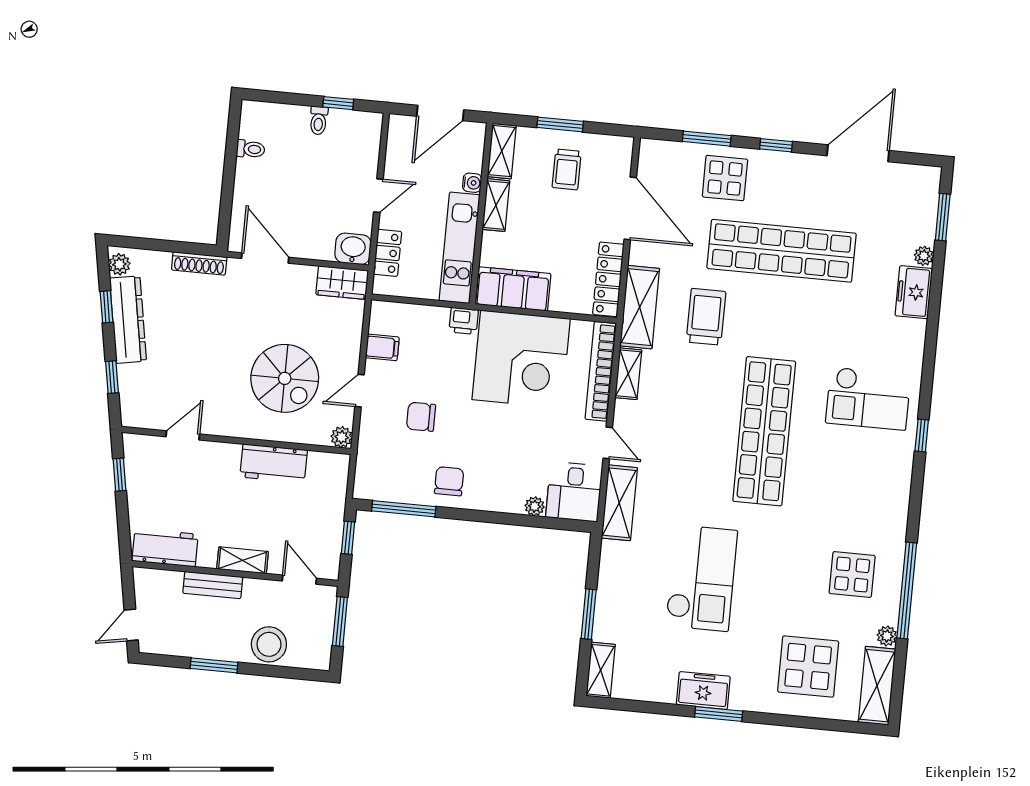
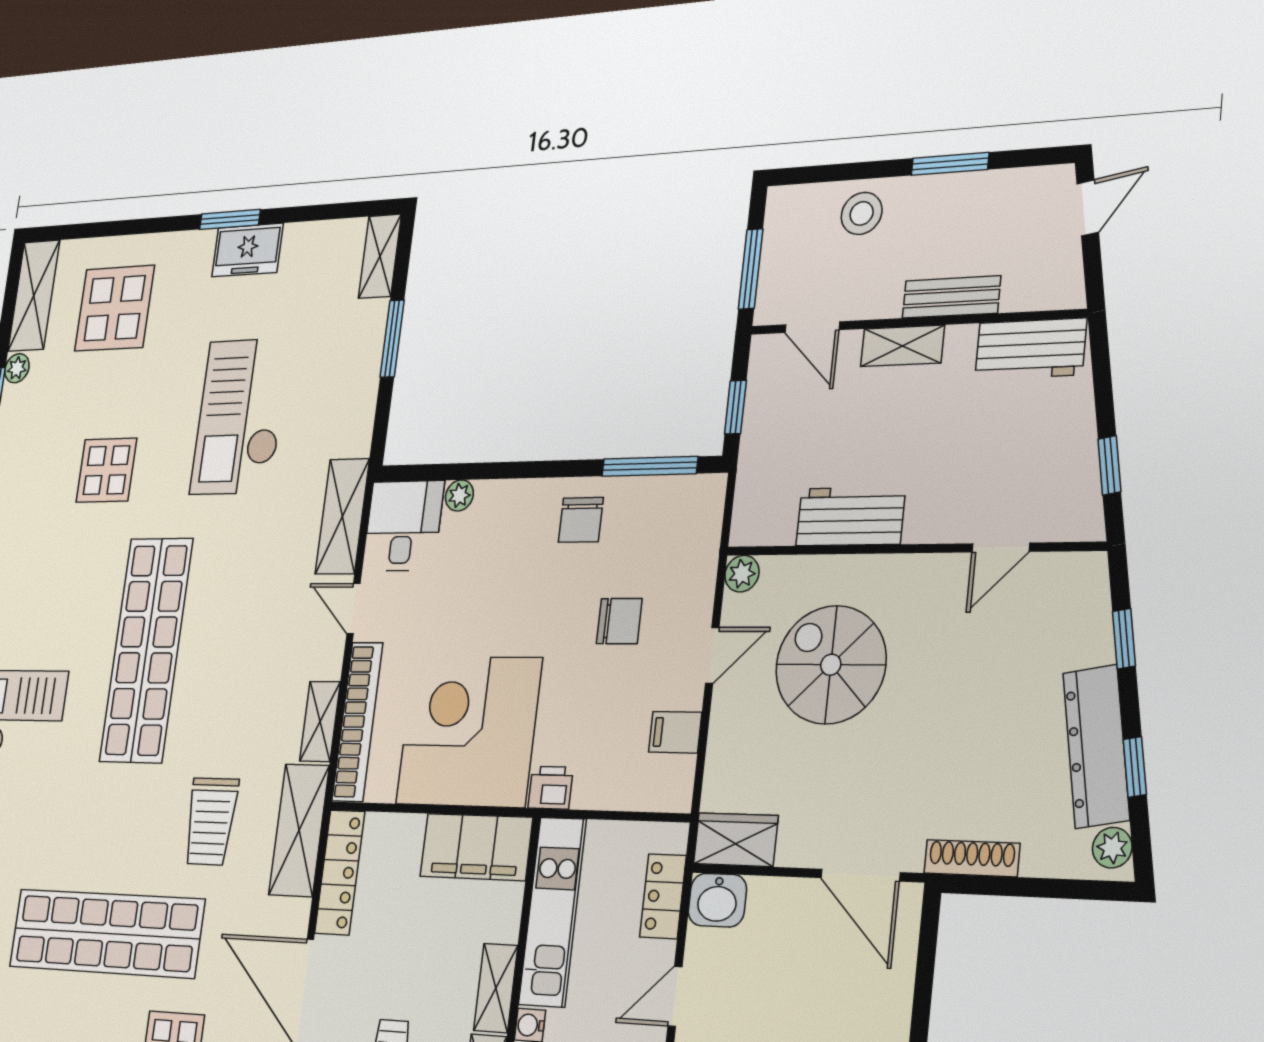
display table: (852, 575) -> (106, 470), moved
stool: (269, 644) -> (862, 213), width x0.73, depth x0.73

